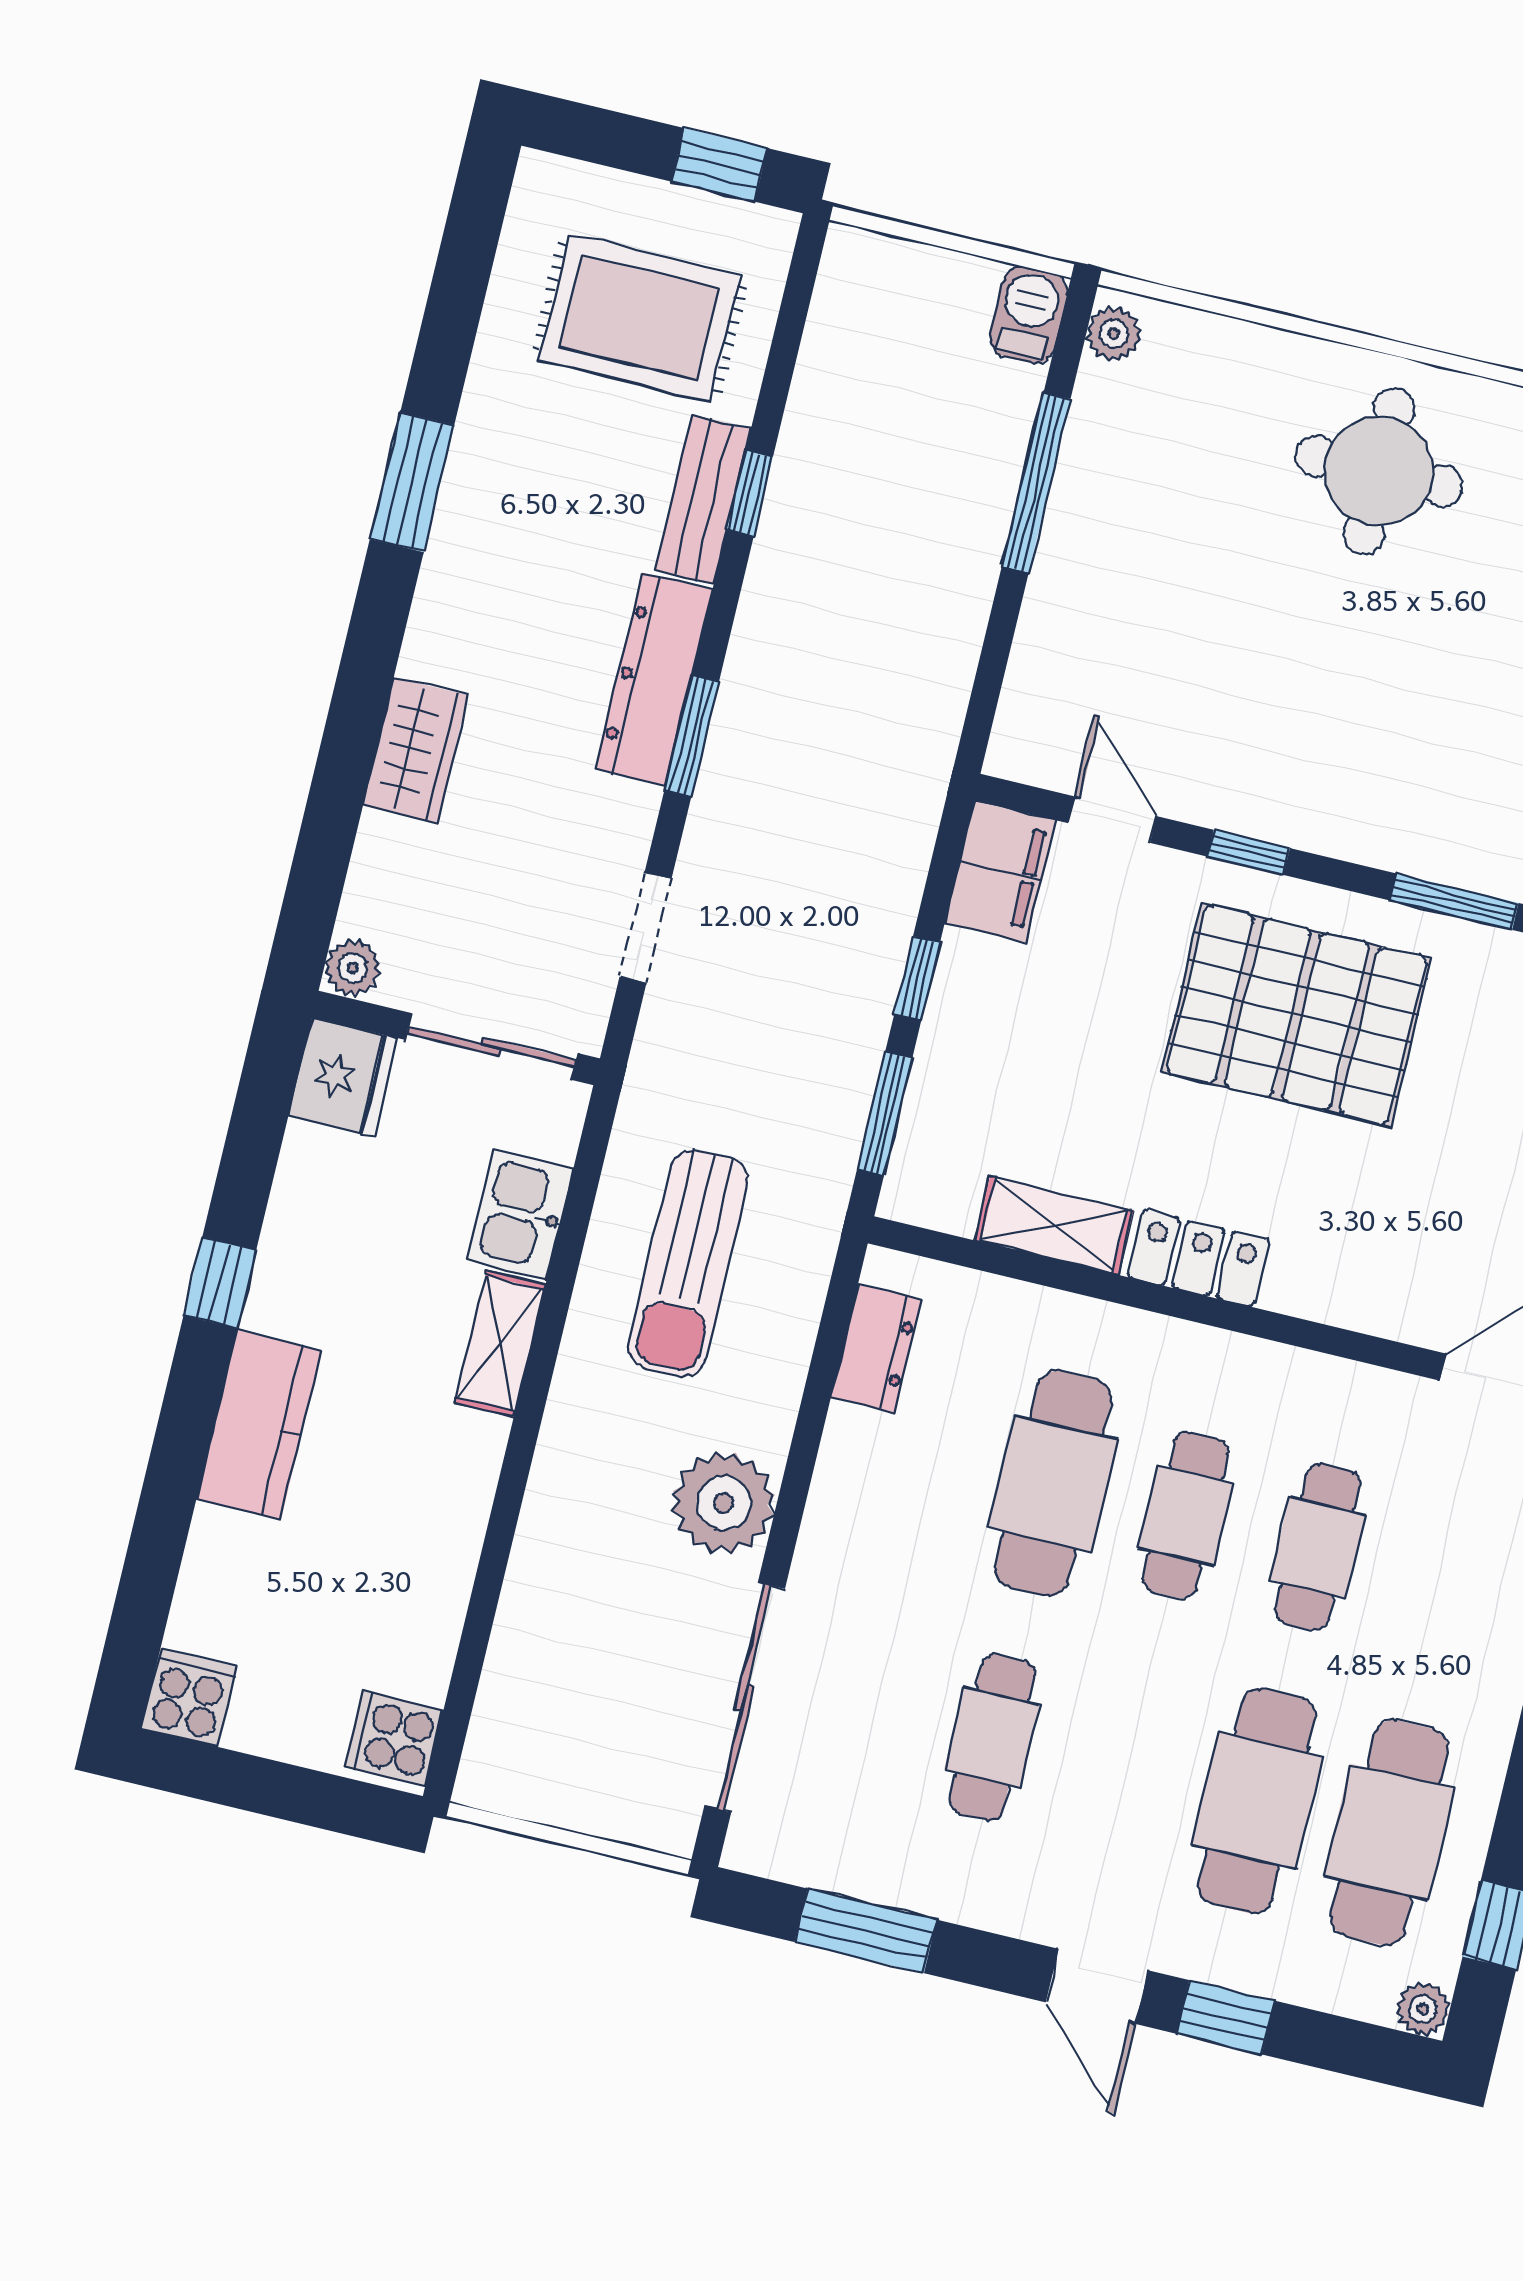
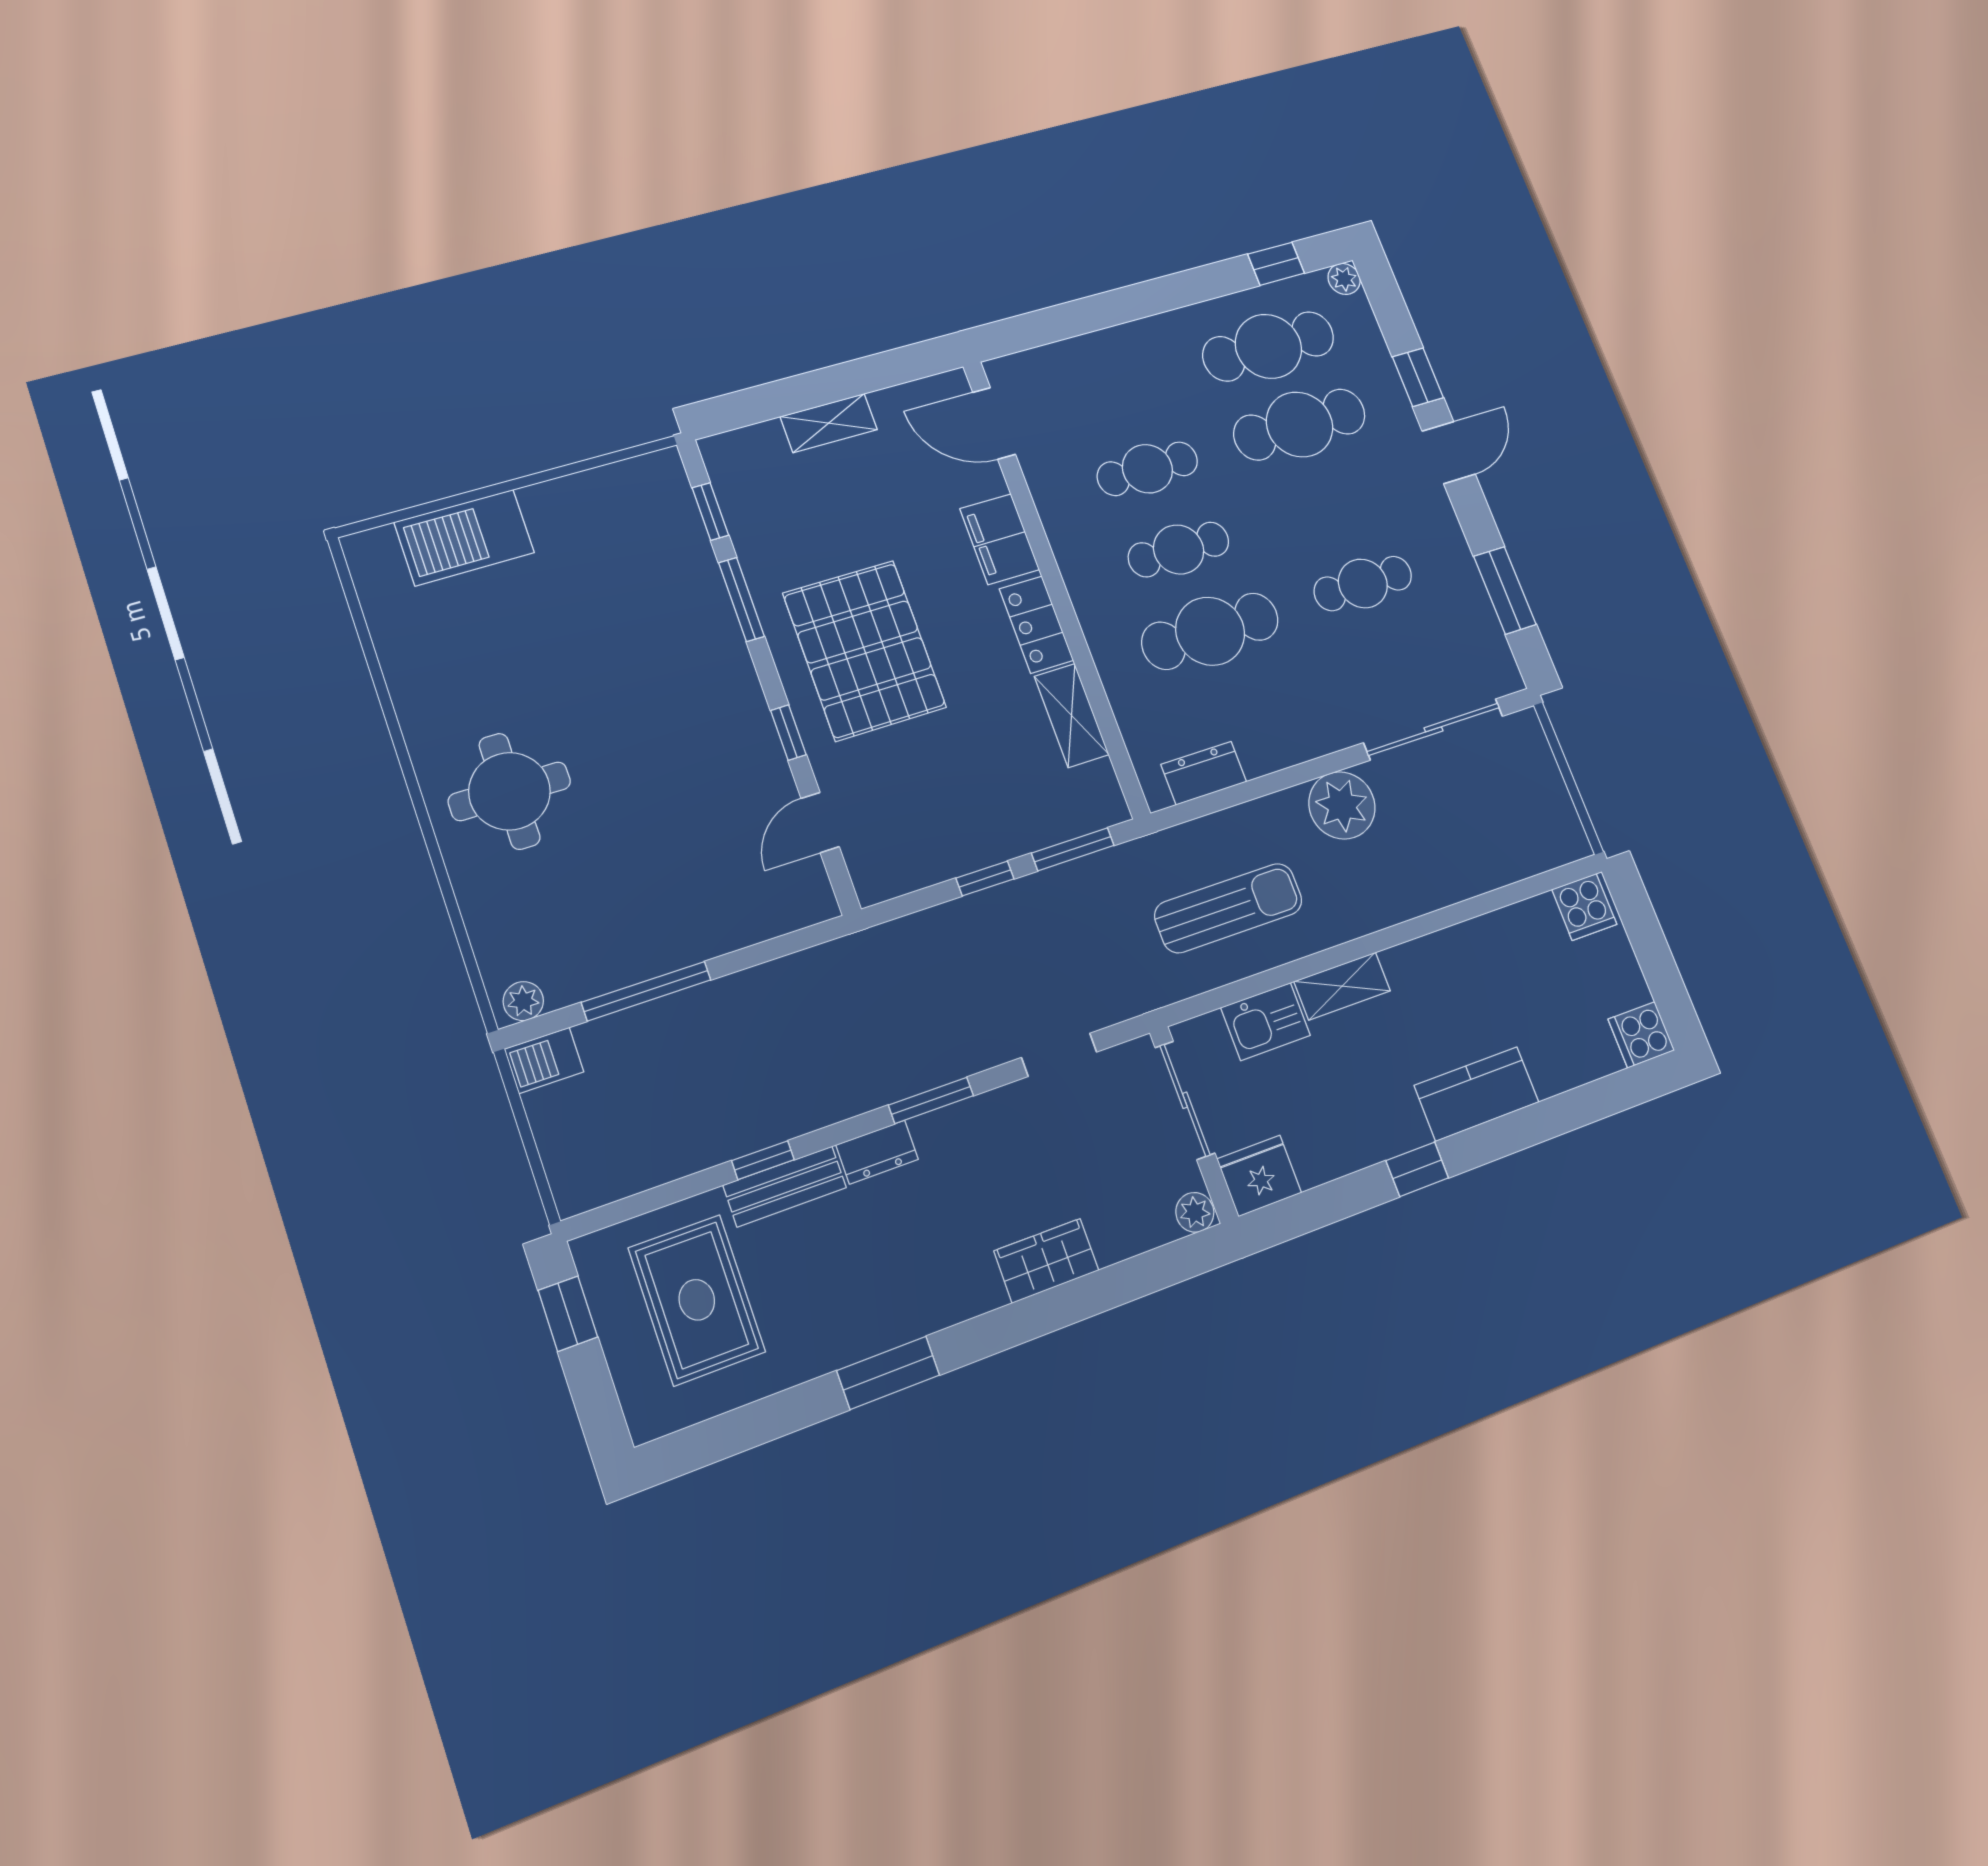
dresser: (654, 679) -> (877, 1152), width x0.51, depth x0.80
filing cabinet: (1000, 871) -> (1000, 539), moved, turned -90

